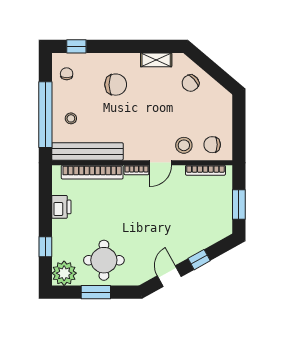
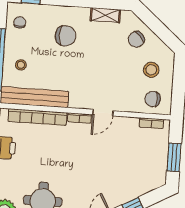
stool: (184, 145) -> (151, 70), moved
bookcase: (205, 170) -> (151, 123), width x0.64

